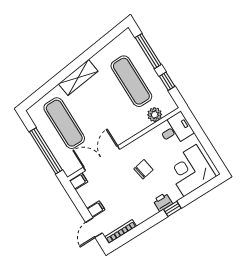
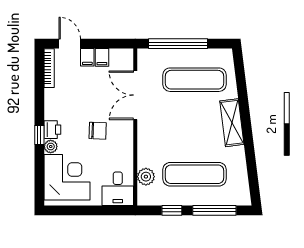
double door: (102, 158) -> (135, 95), swing flipped
chair: (143, 169) -> (98, 131), turned -78
filing cabinet: (78, 181) -> (102, 57), moved
plant: (175, 196) -> (51, 146), added

